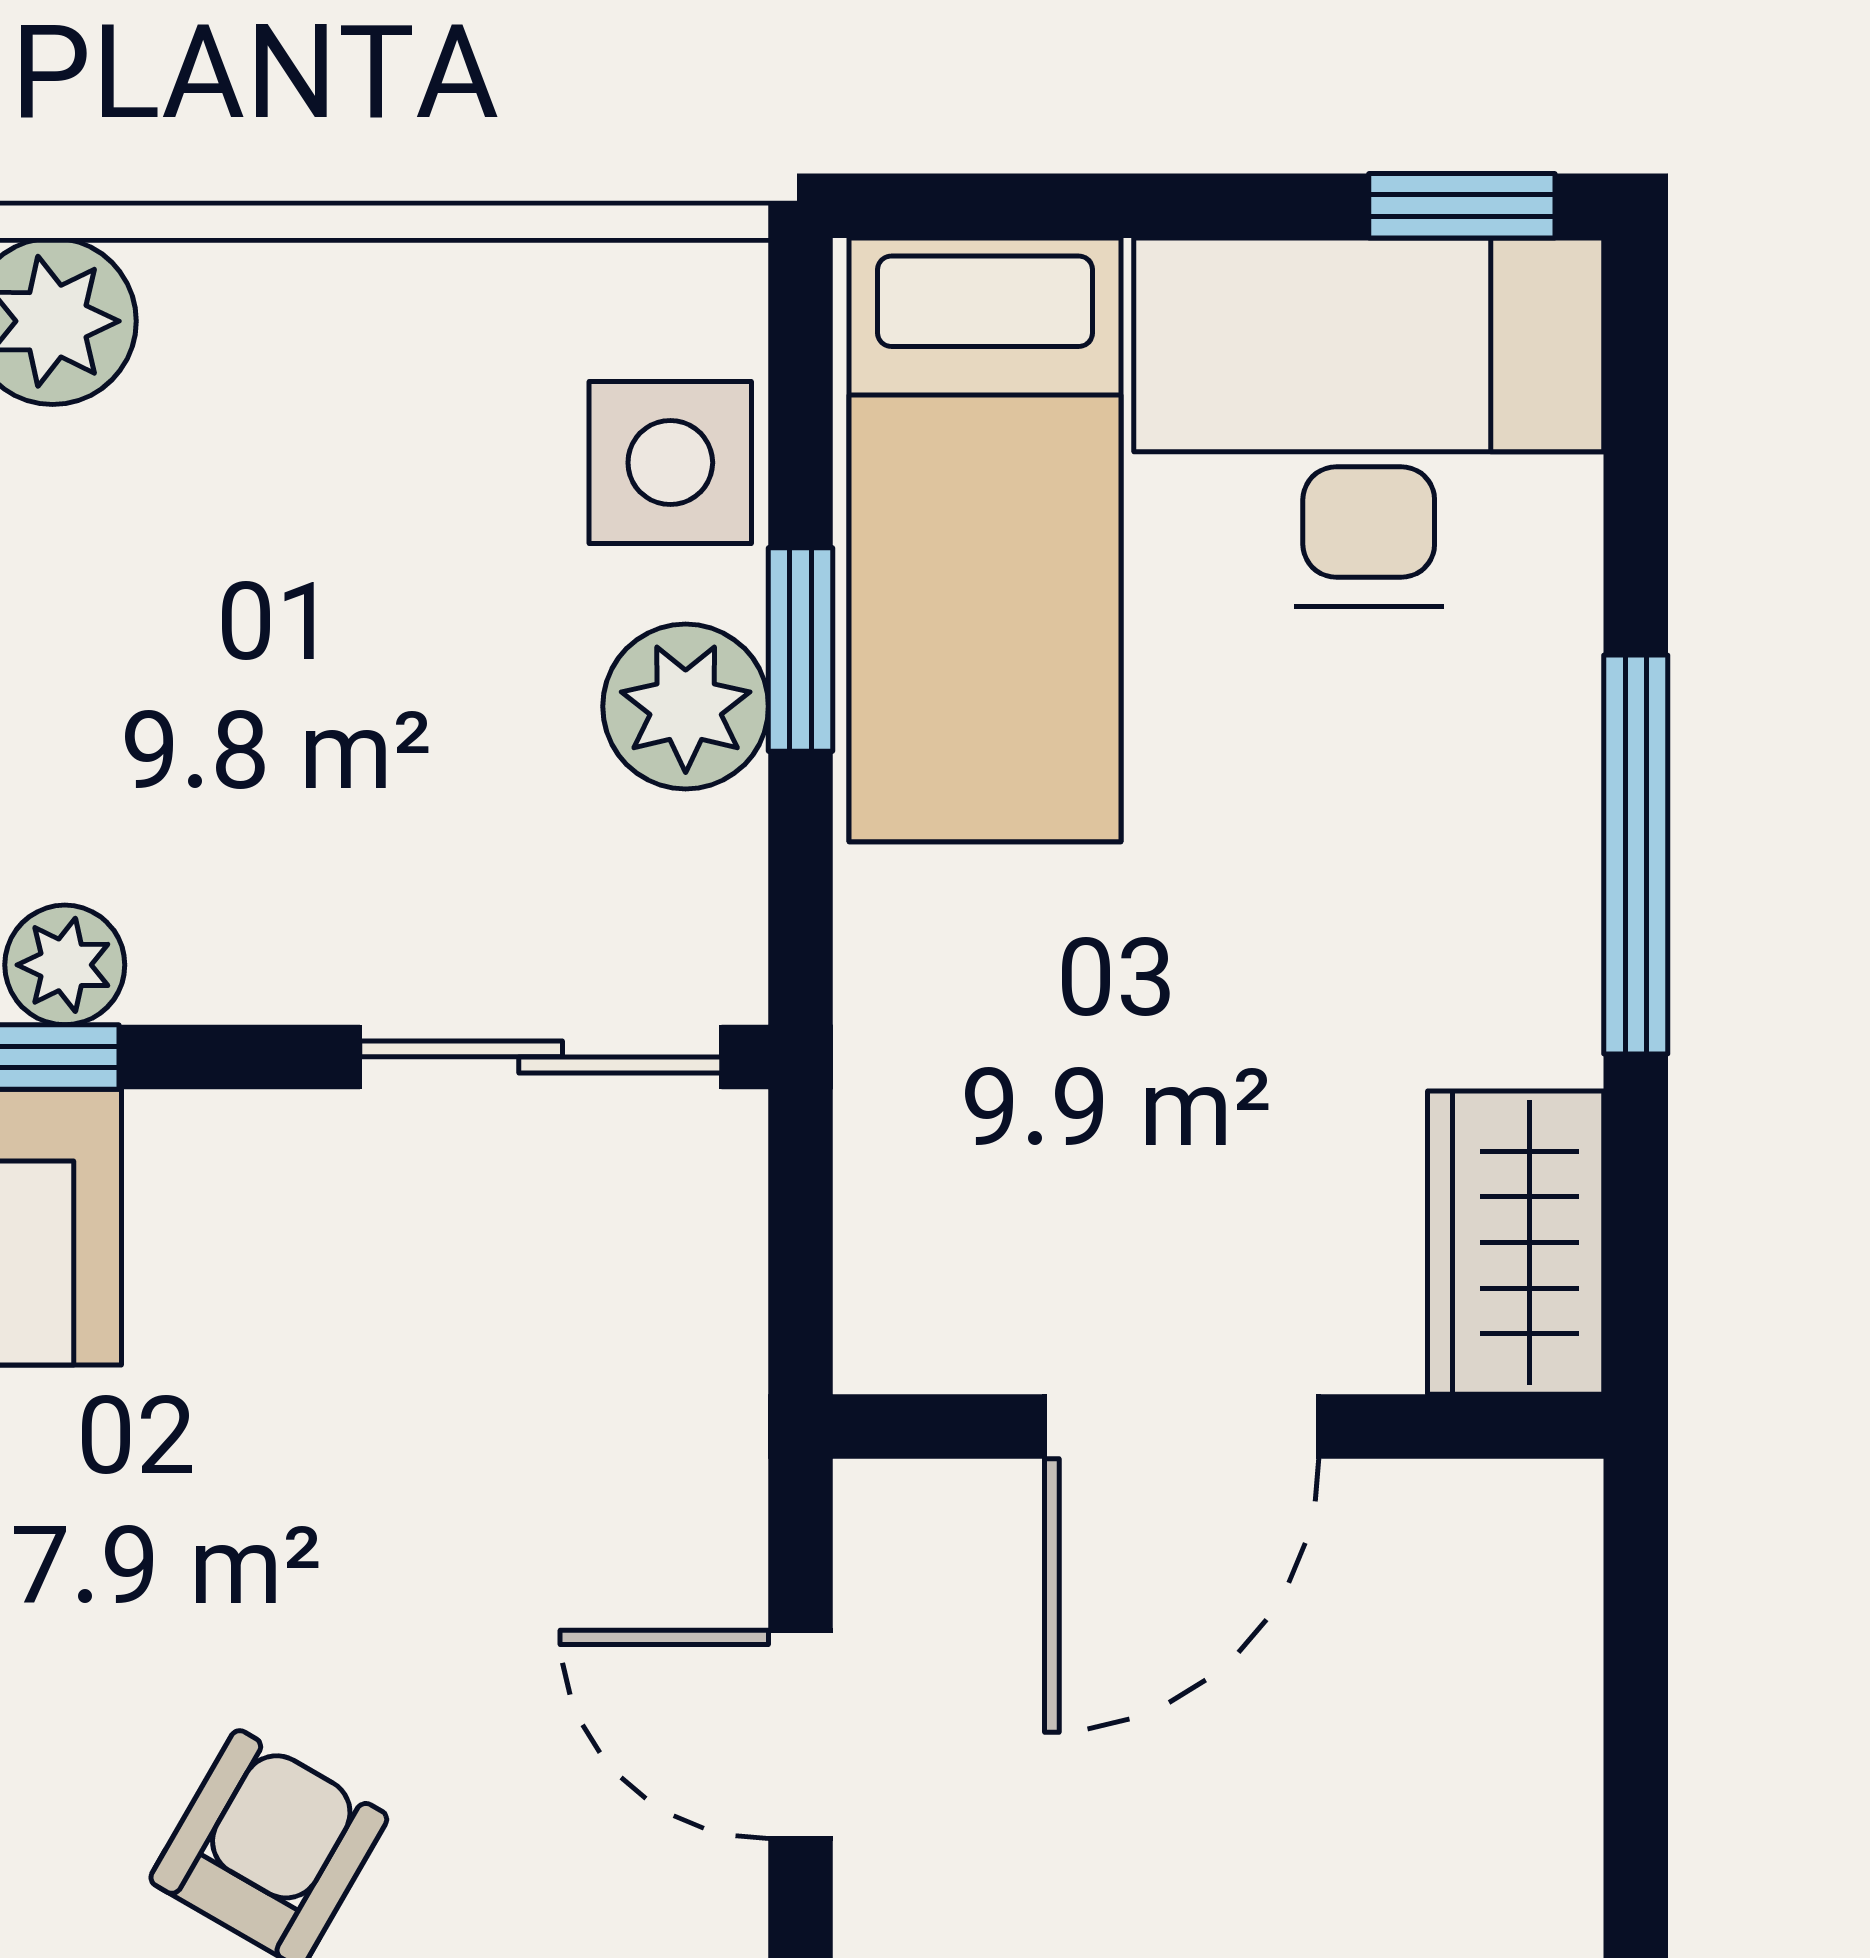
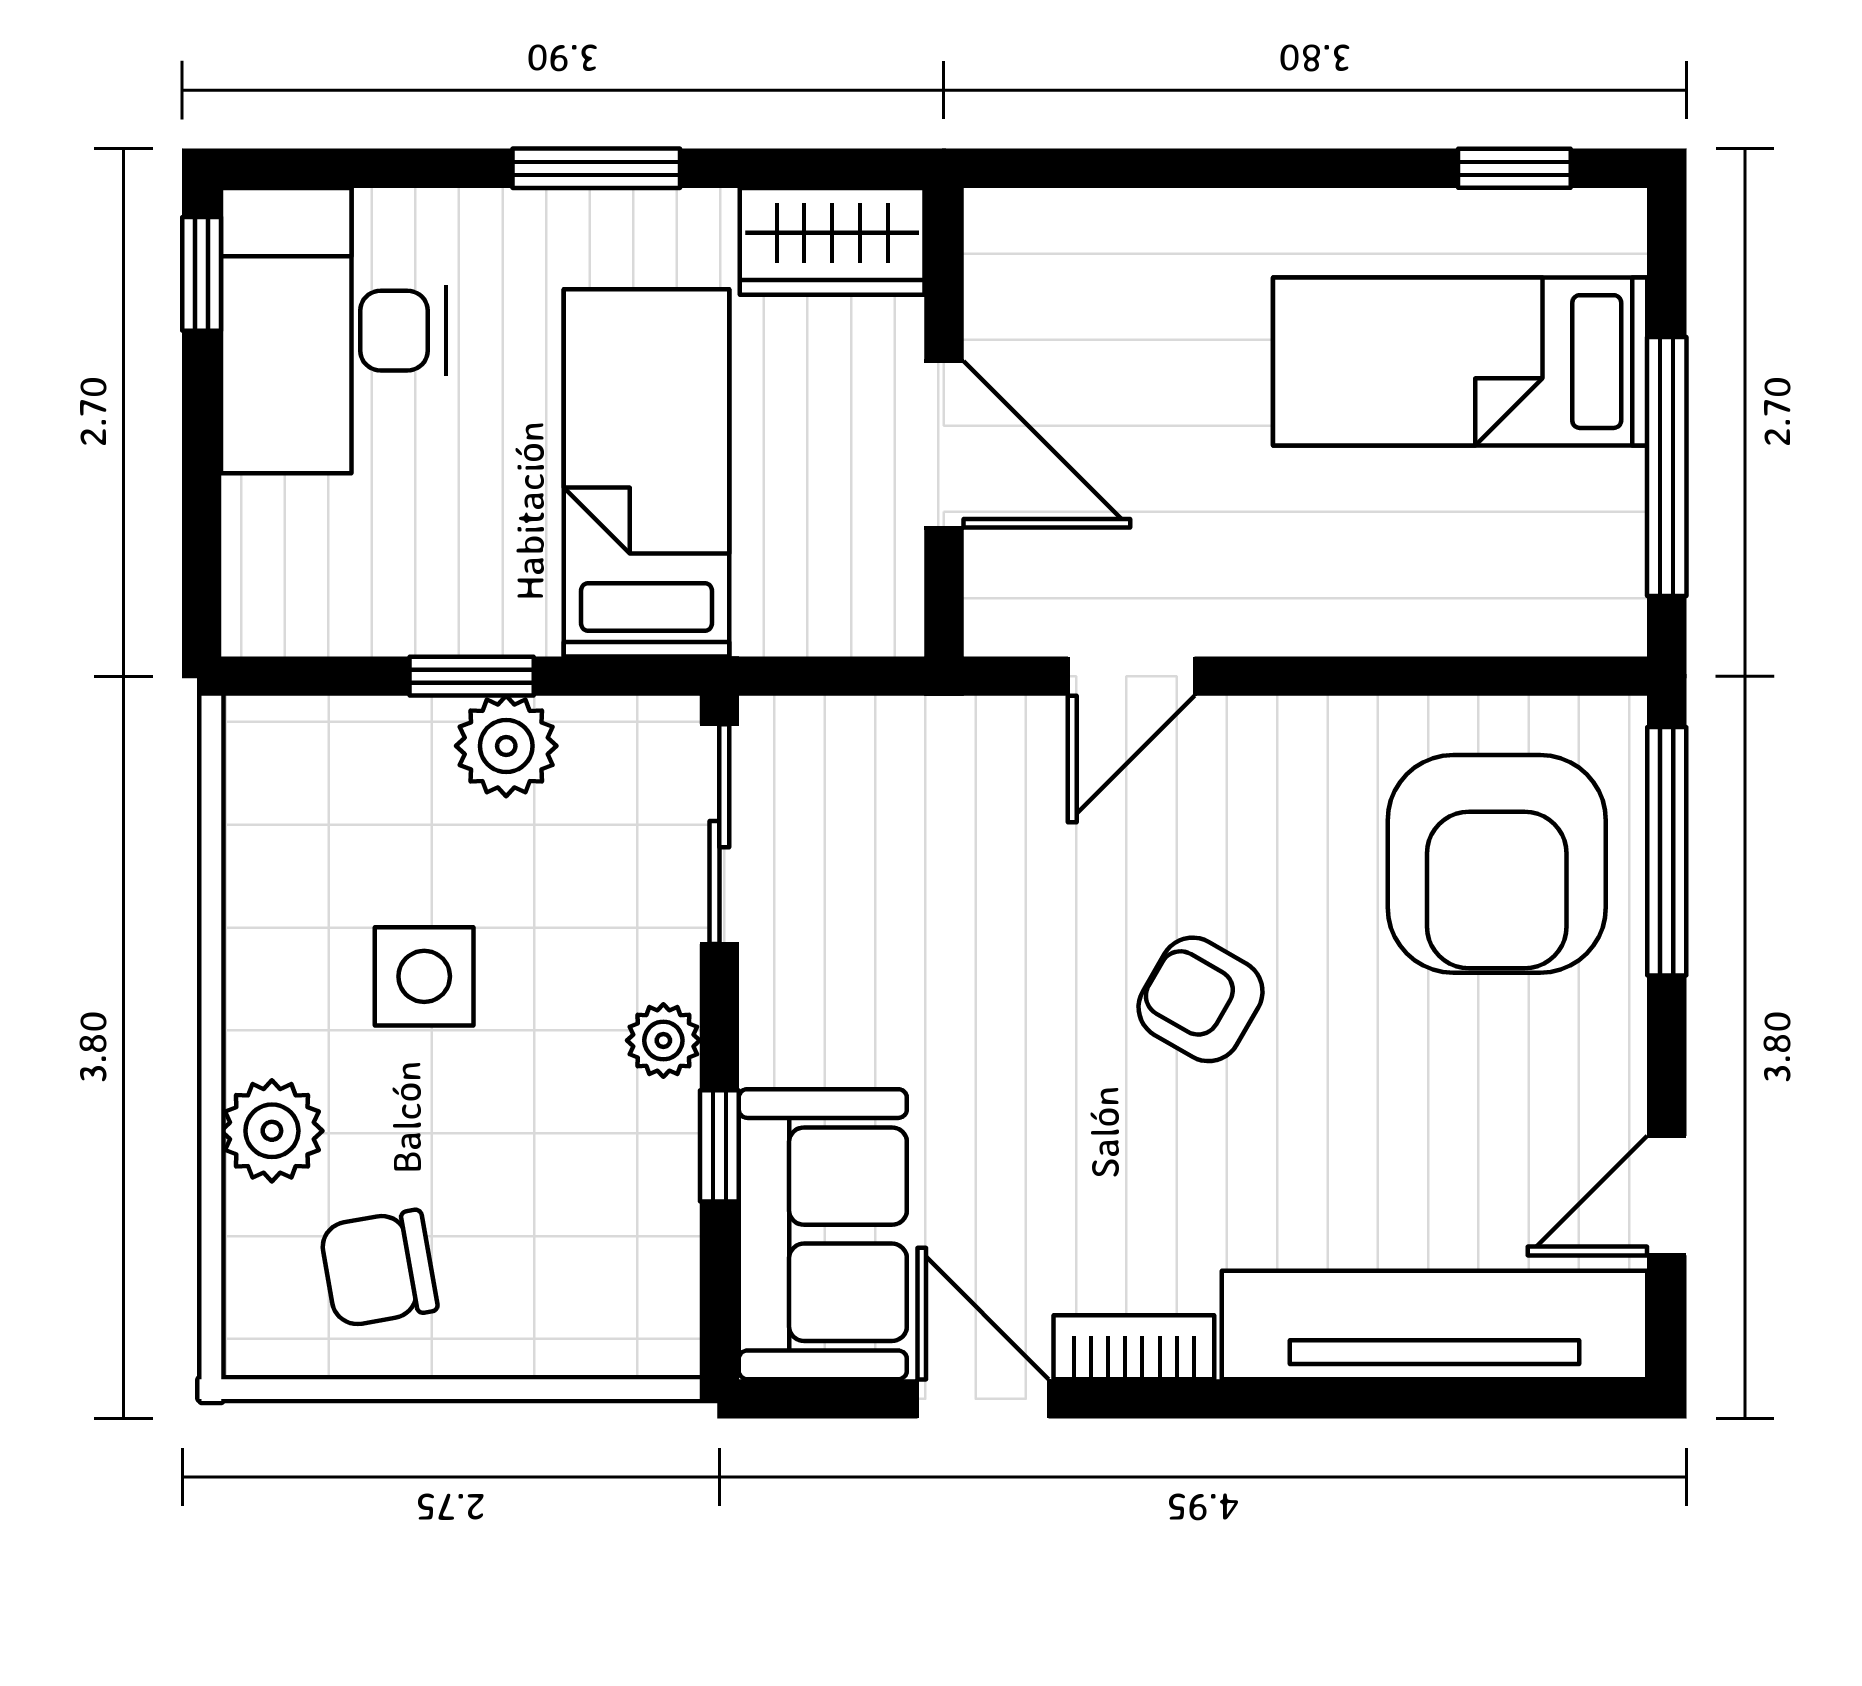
side table: (670, 463) -> (424, 976), moved
bed: (985, 540) -> (646, 473), moved, turned -90
window: (1636, 854) -> (596, 168), width x0.69
plant: (65, 965) -> (663, 1040), moved

